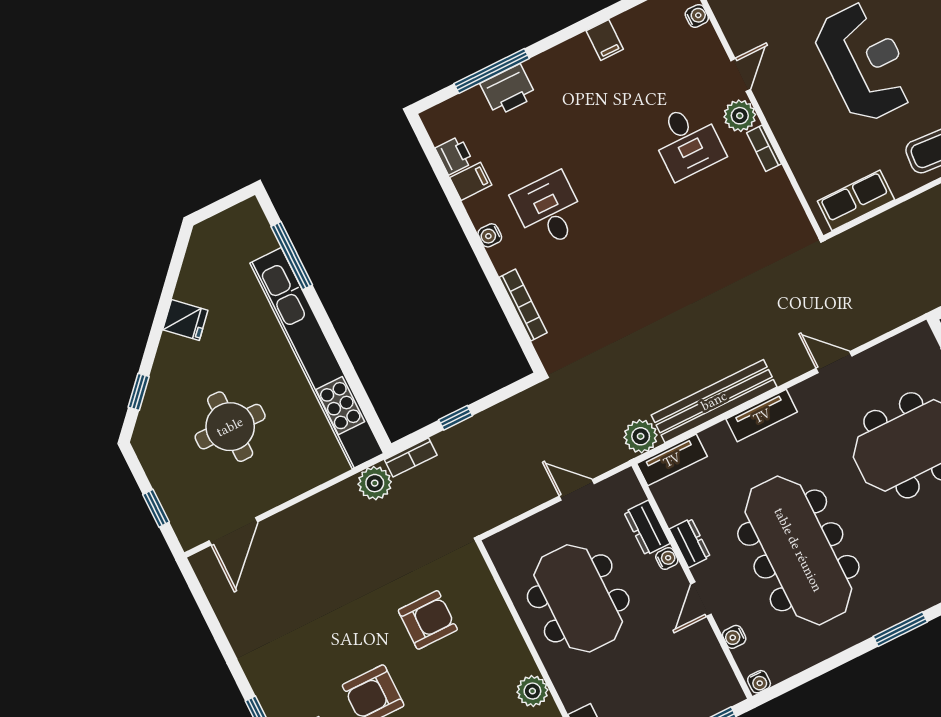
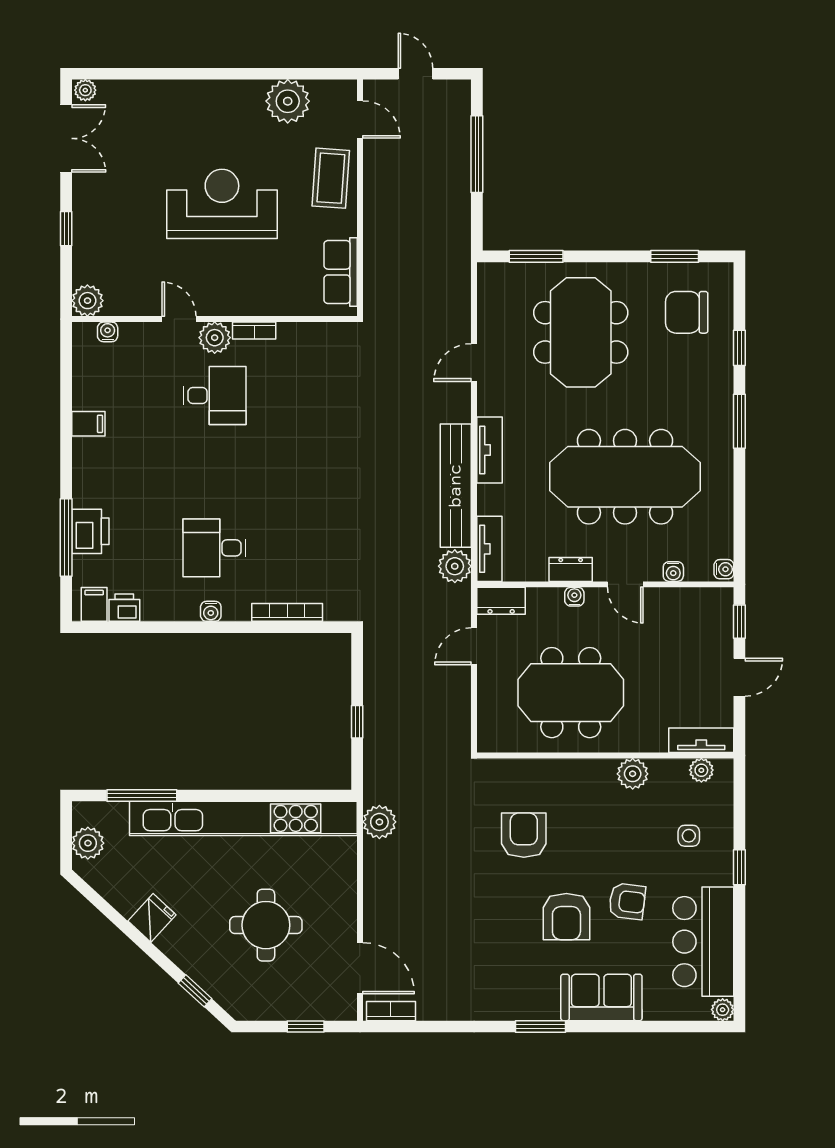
filing cabinet: (471, 181) -> (94, 604), moved
plant: (224, 228) -> (88, 843), added
bookcase: (411, 457) -> (391, 1011), moved, turned -90
dresser: (647, 528) -> (501, 601), moved

